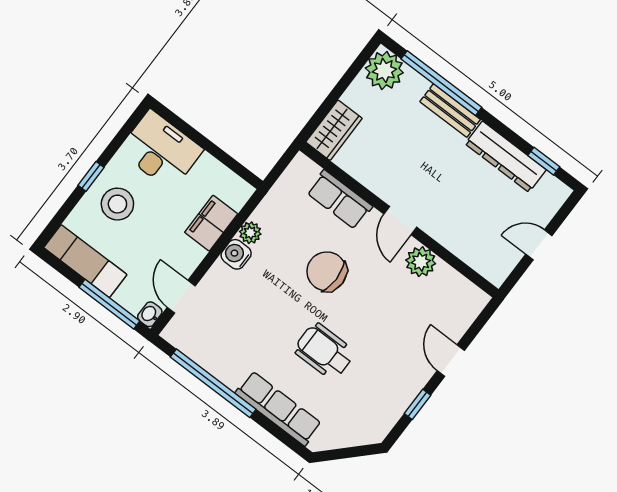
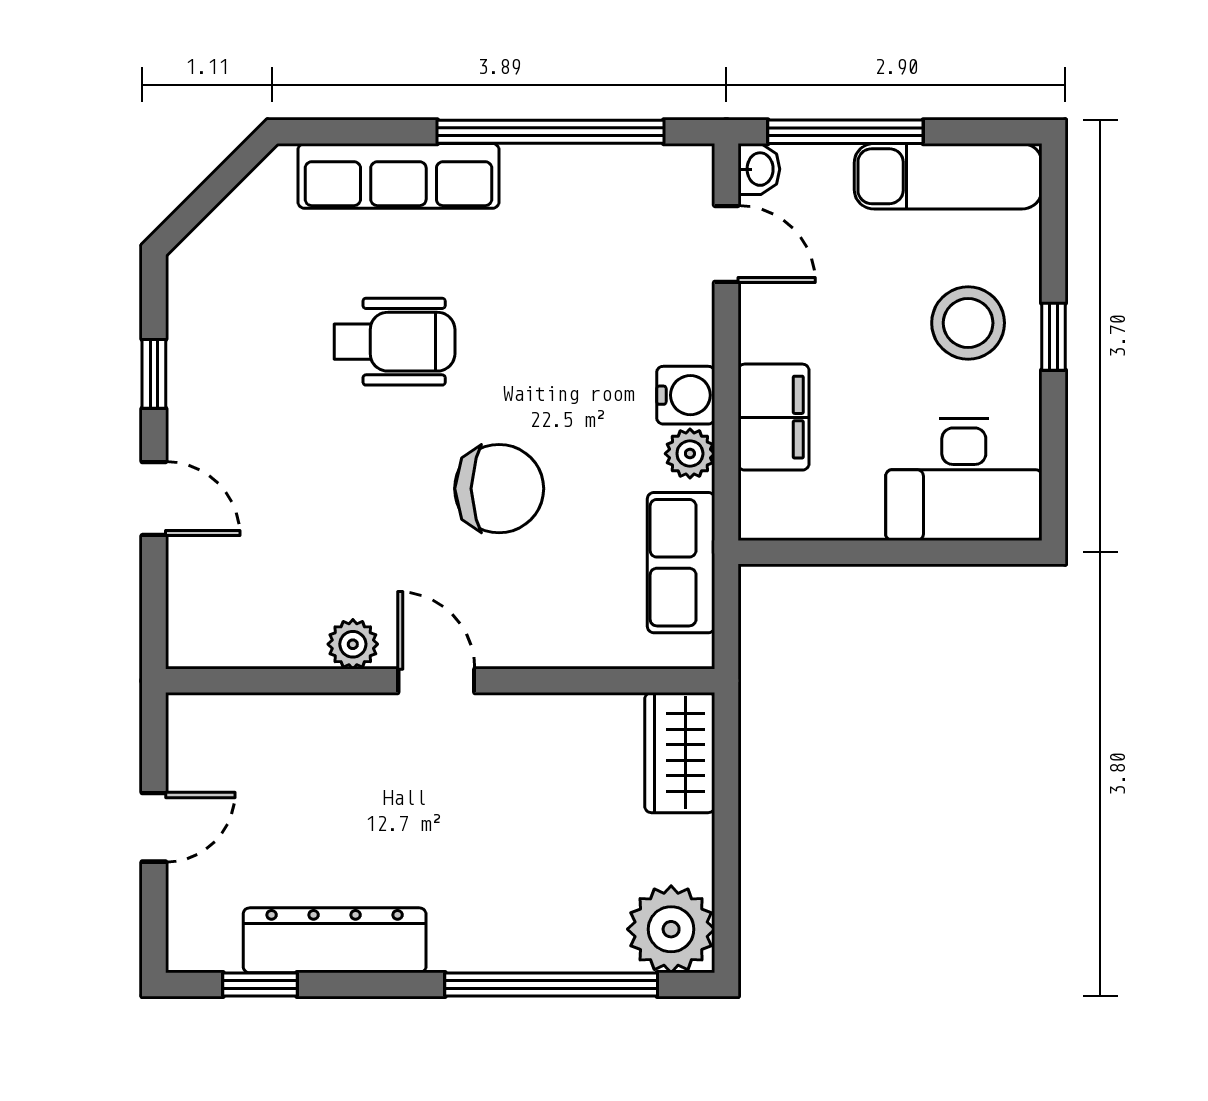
bench: (450, 111) -> (498, 947), removed
row of seats: (340, 200) -> (681, 563), moved, turned -90
plant: (421, 262) -> (353, 644), width x0.73, depth x0.73

